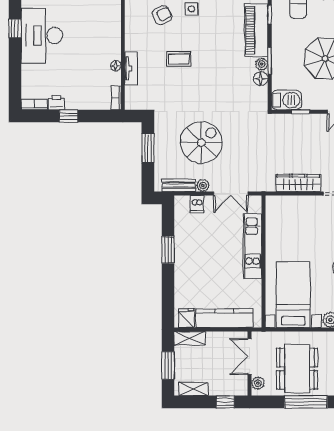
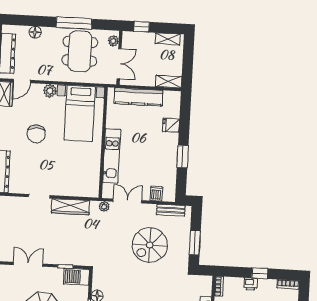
printer: (56, 103) -> (251, 284), moved
plant: (203, 185) -> (104, 207), moved
fridge: (186, 318) -> (171, 125), moved, turned 90
window: (168, 365) -> (188, 60), removed

